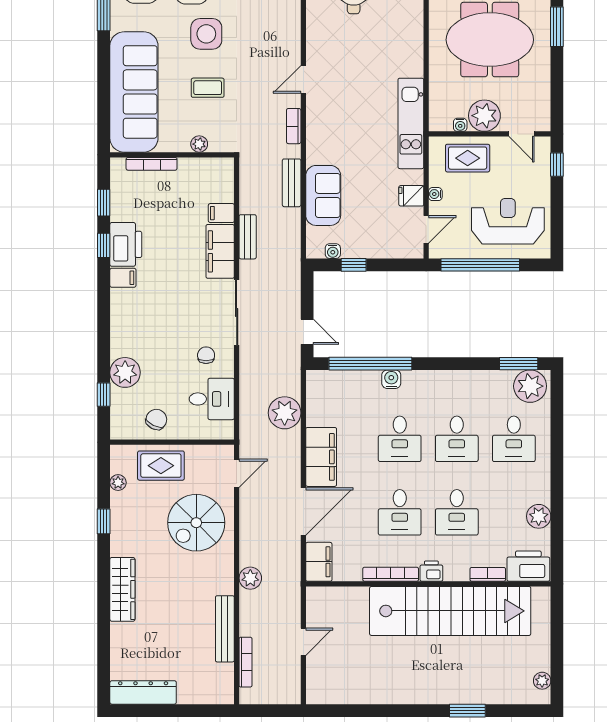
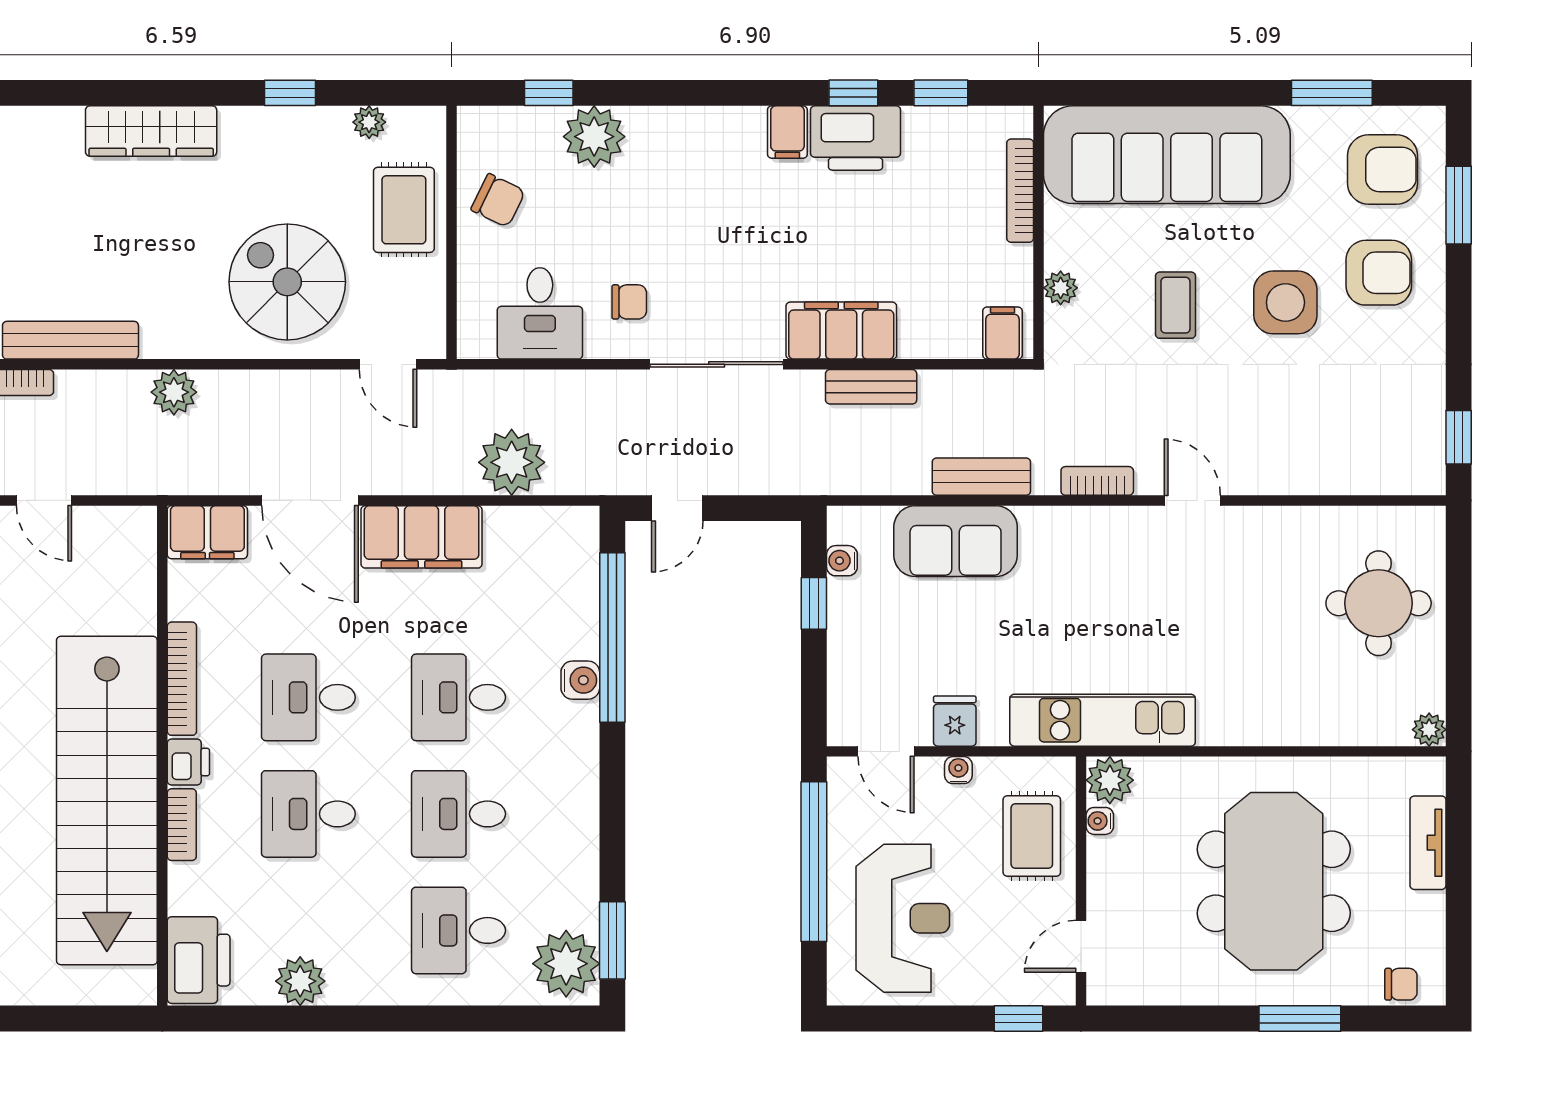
plant: (484, 116) -> (1110, 780), moved, width x0.73, depth x0.73
filing cabinet: (221, 213) -> (1002, 333), moved
bookcase: (488, 574) -> (182, 825), moved

